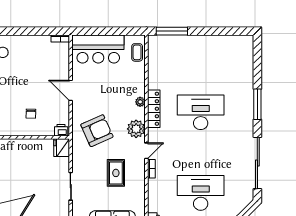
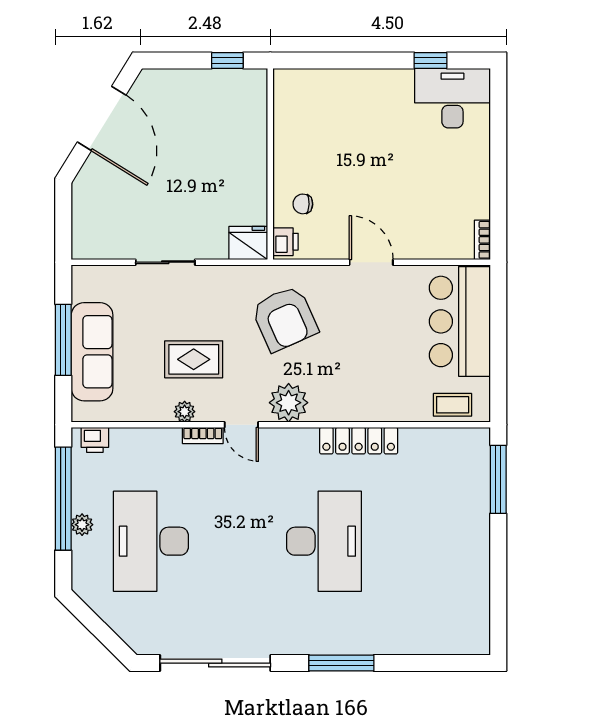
door: (71, 90) -> (371, 262), hinge flipped
plant: (140, 102) -> (185, 412), moved
locker: (154, 109) -> (359, 441), moved
chair: (31, 114) -> (303, 204), moved
desk: (201, 193) -> (151, 541), turned 180

